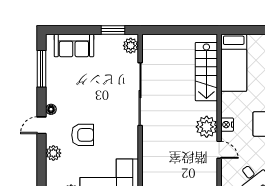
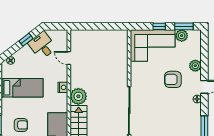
plant: (207, 127) -> (78, 96), moved
door: (219, 150) -> (69, 58), moved

